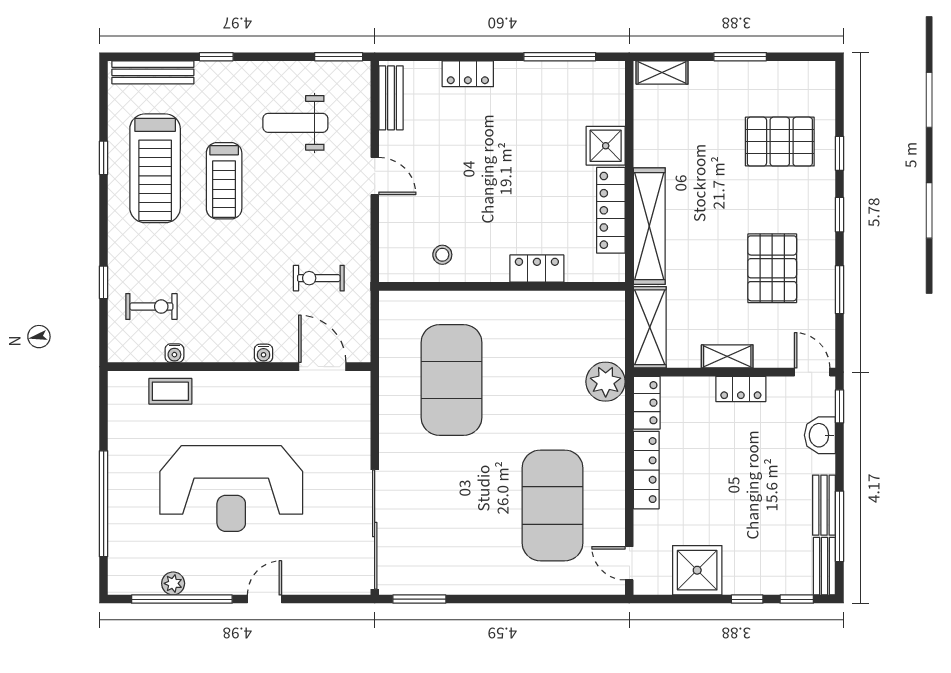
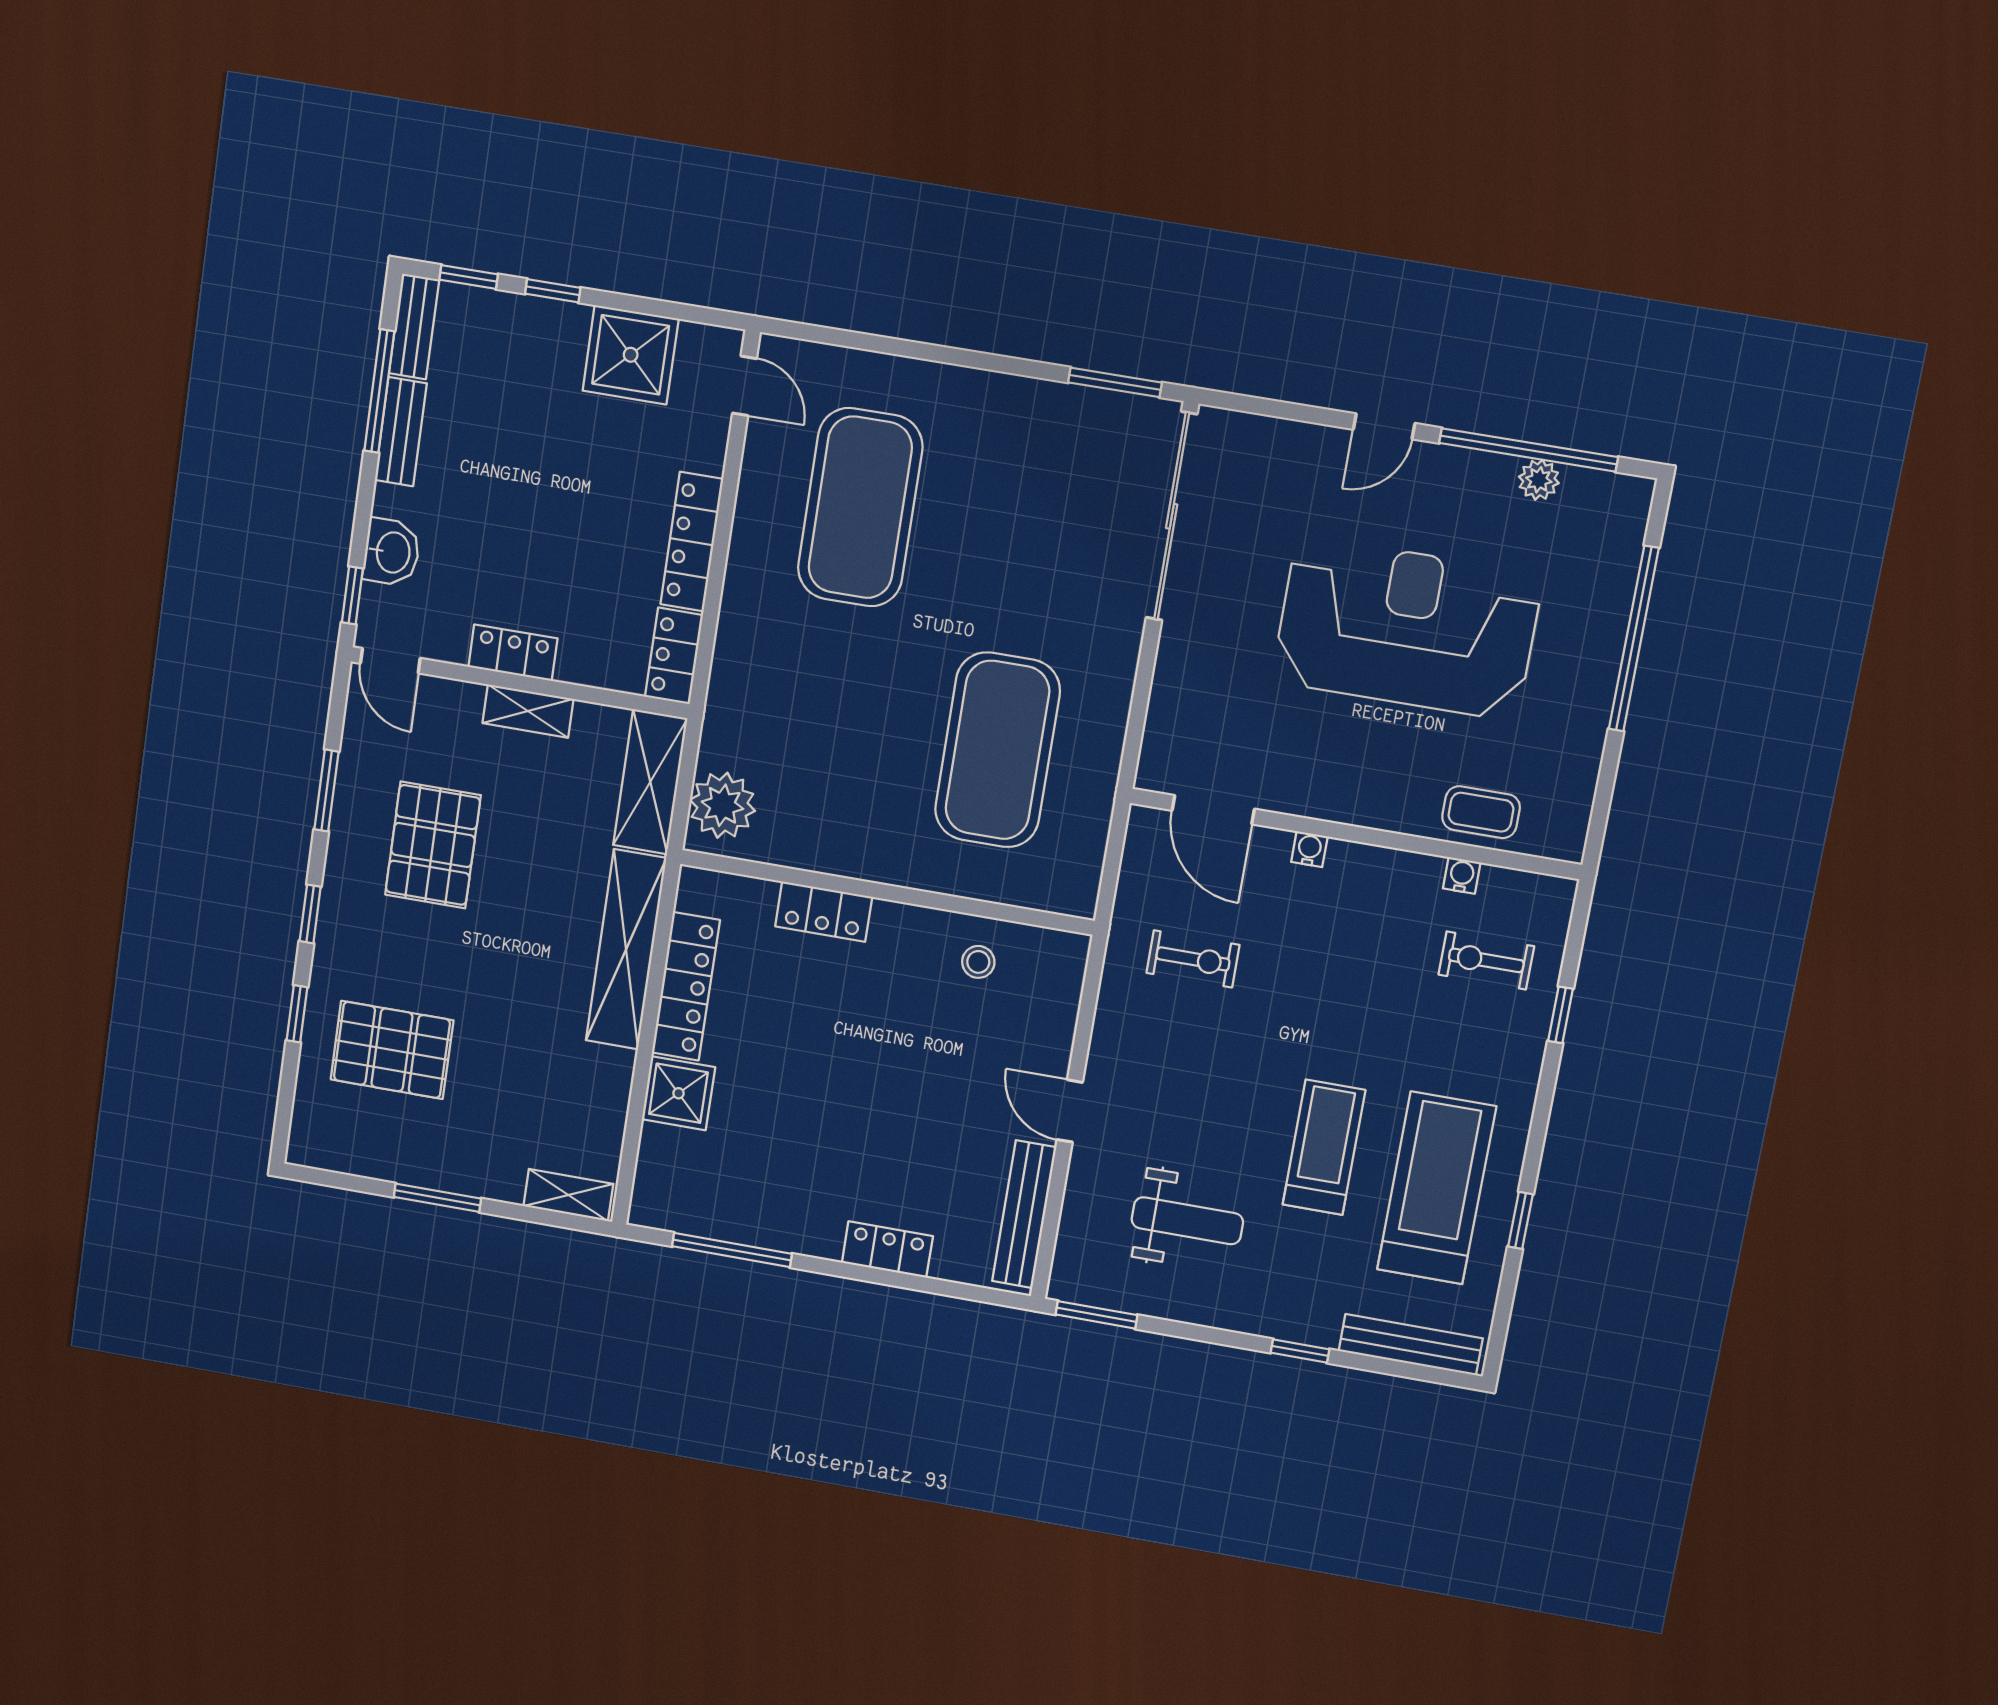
bench: (391, 98) -> (1024, 1214), width x1.36
plant: (606, 382) -> (722, 805), moved

